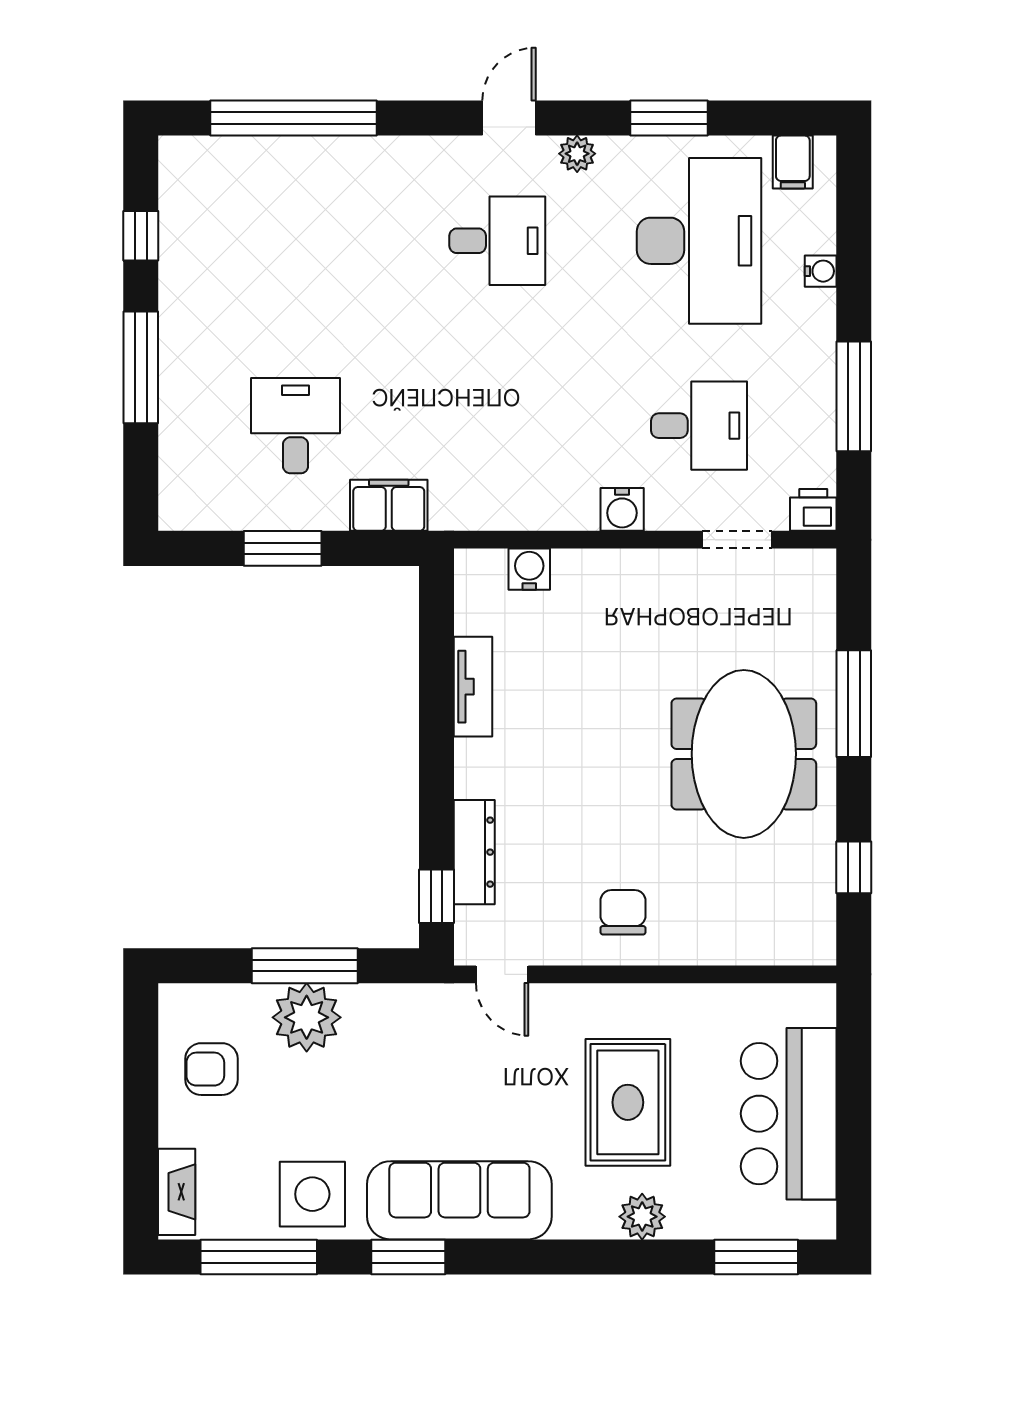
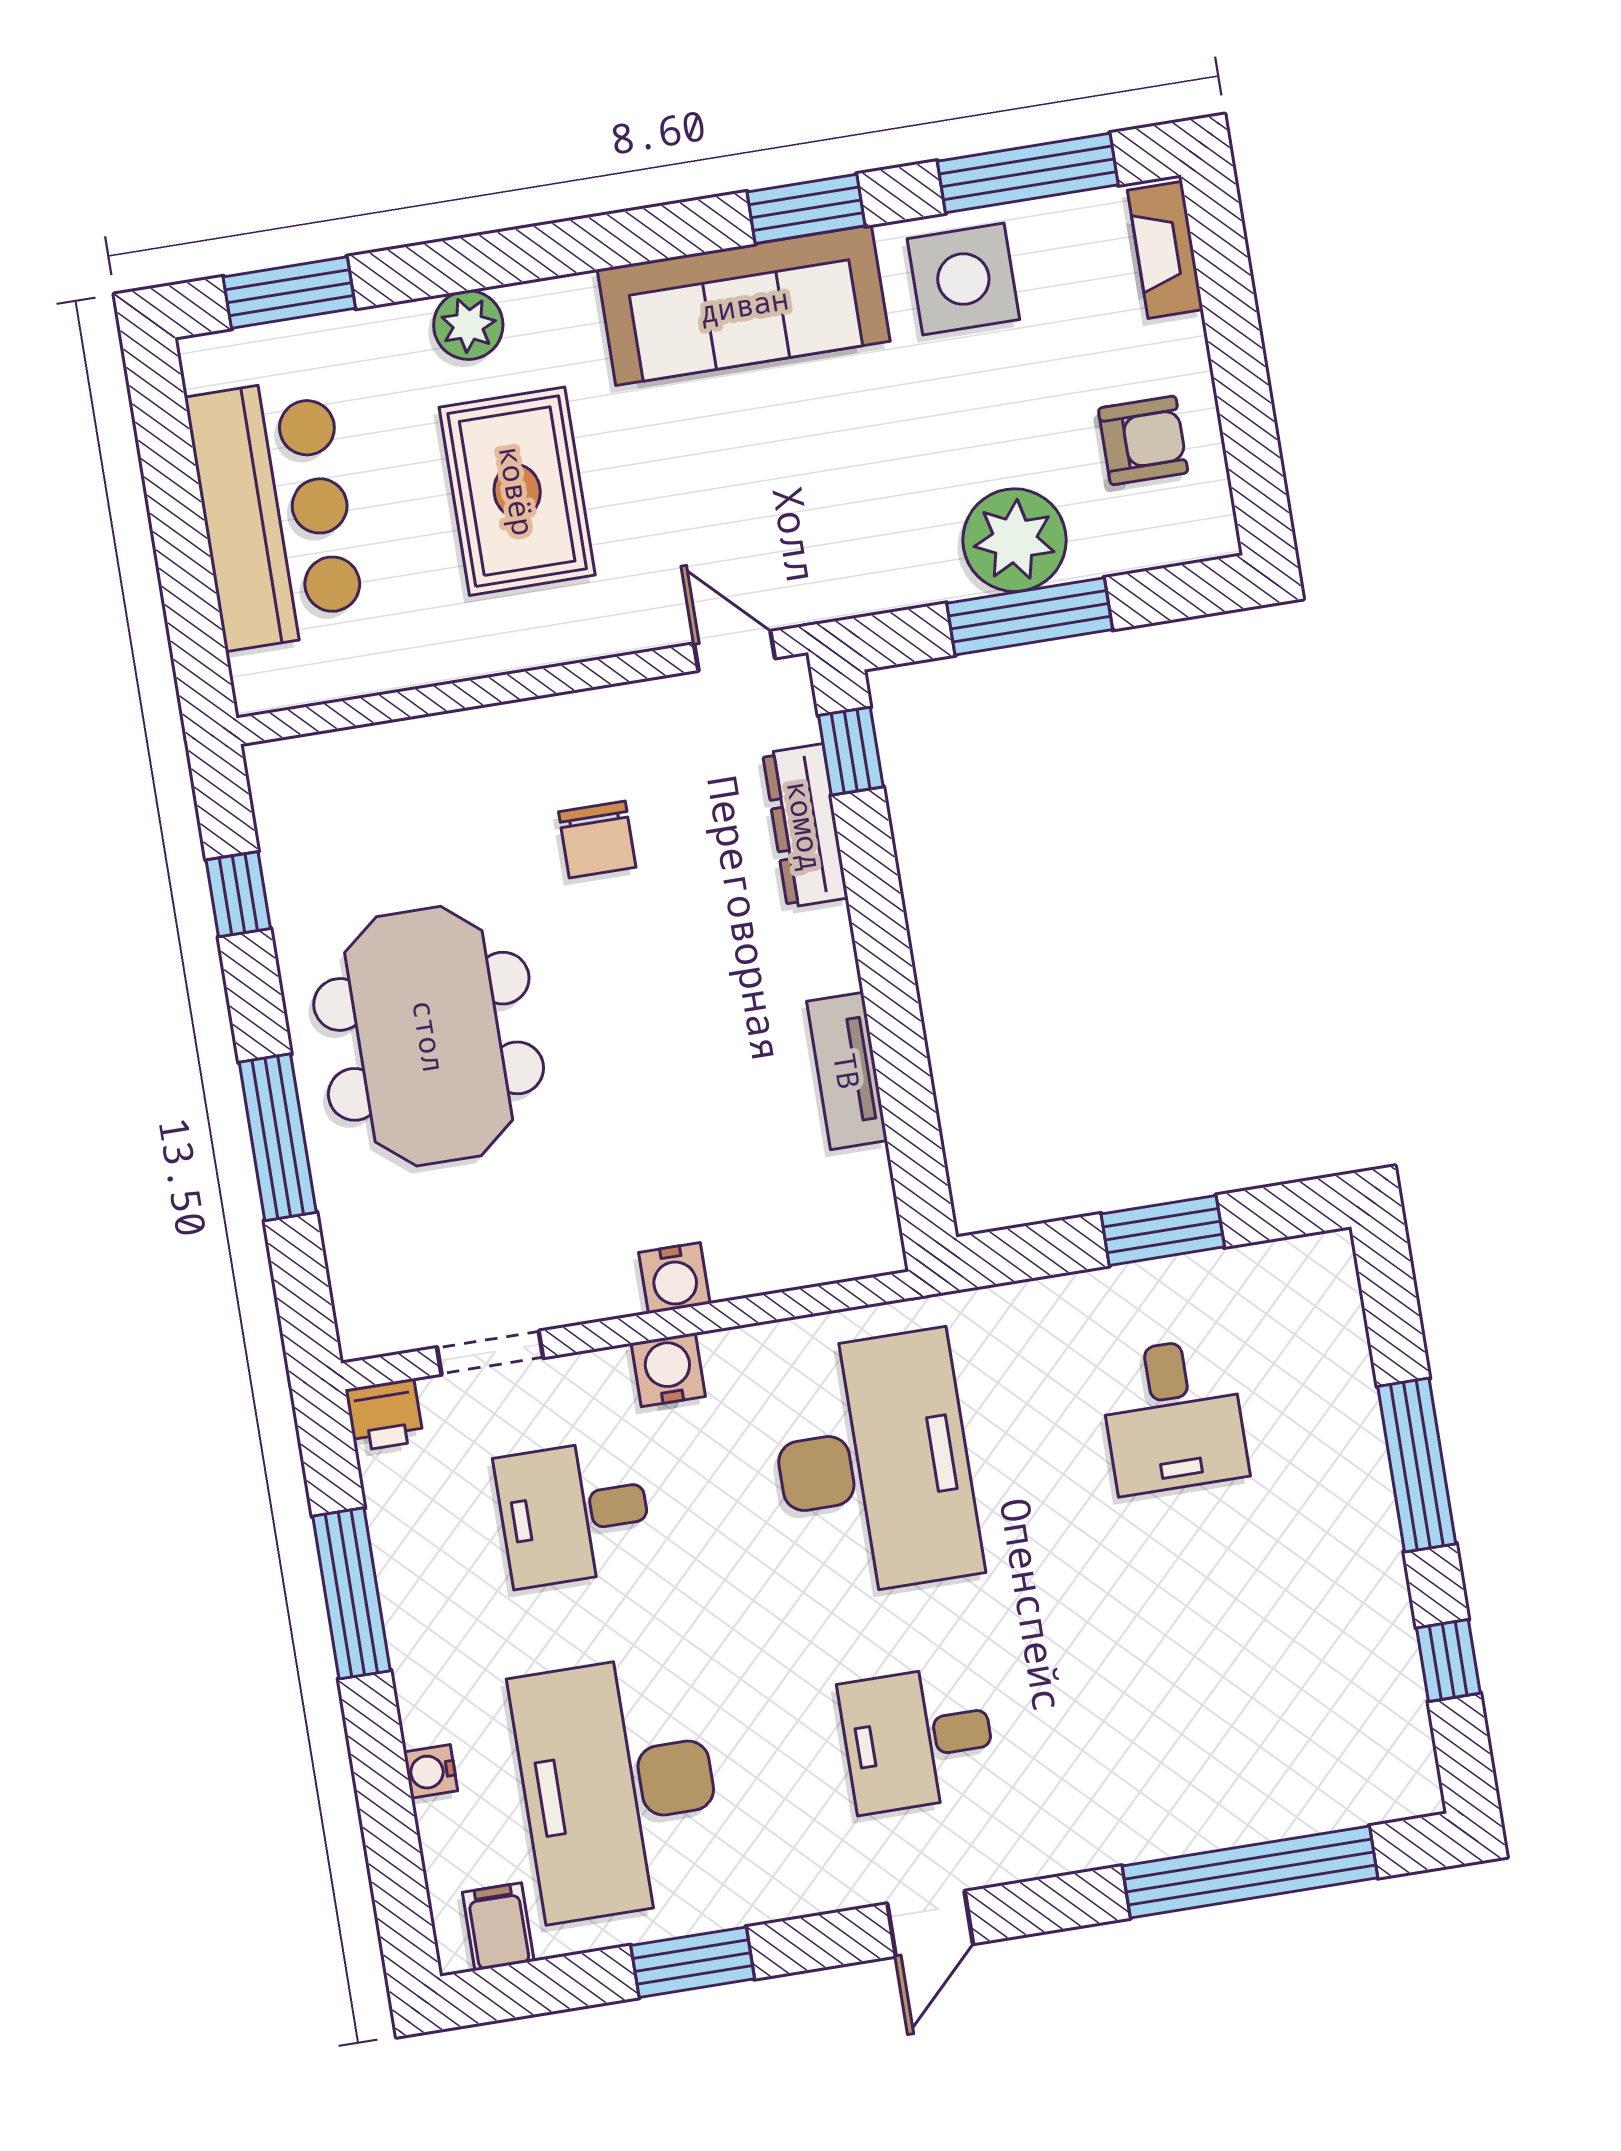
plant: (577, 154) -> (820, 1887), removed
desk: (497, 426) -> (874, 1464), added
filing cabinet: (389, 505) -> (1016, 1320), removed
water cooler: (529, 569) -> (674, 1278), moved
chair: (623, 912) -> (597, 840), moved

